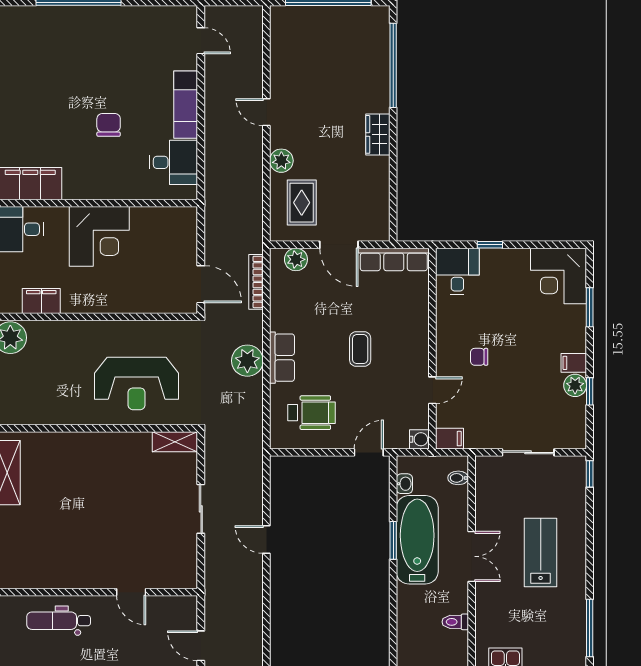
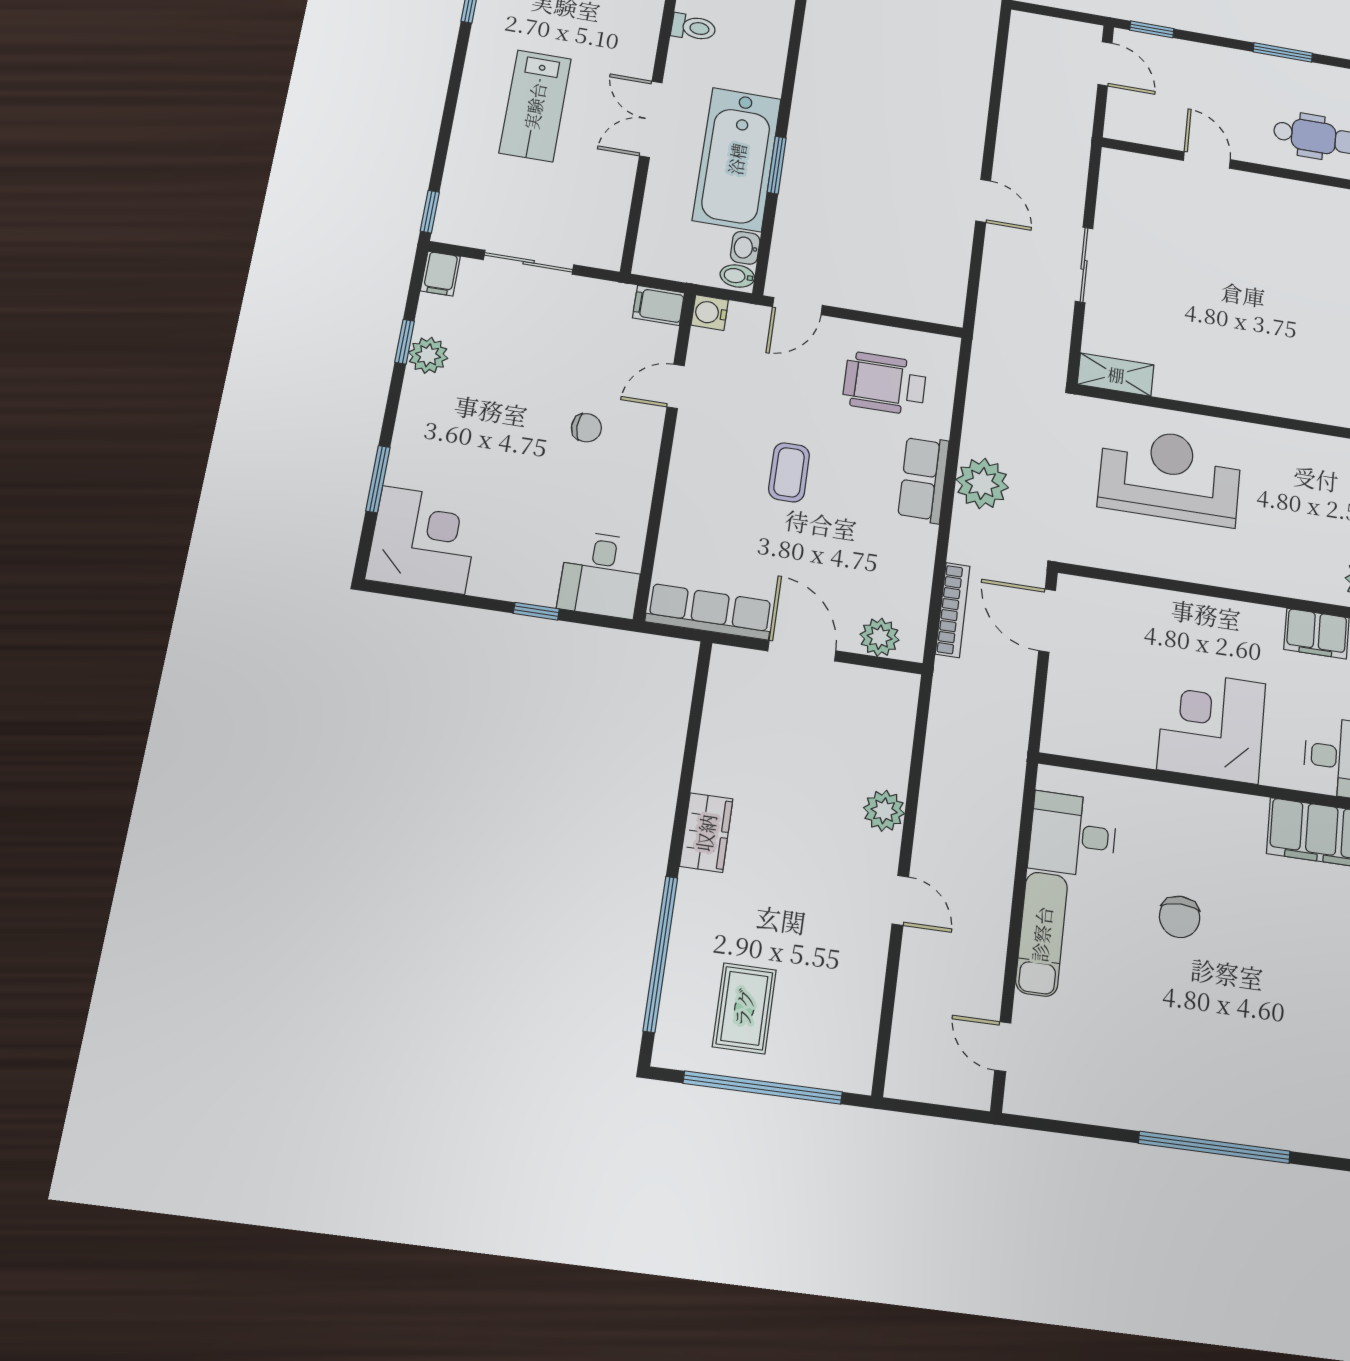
rug: (302, 203) -> (744, 1008), moved
filing cabinet: (574, 363) -> (440, 274), moved, turned 90
bidet: (458, 478) -> (737, 276), moved, turned 180

